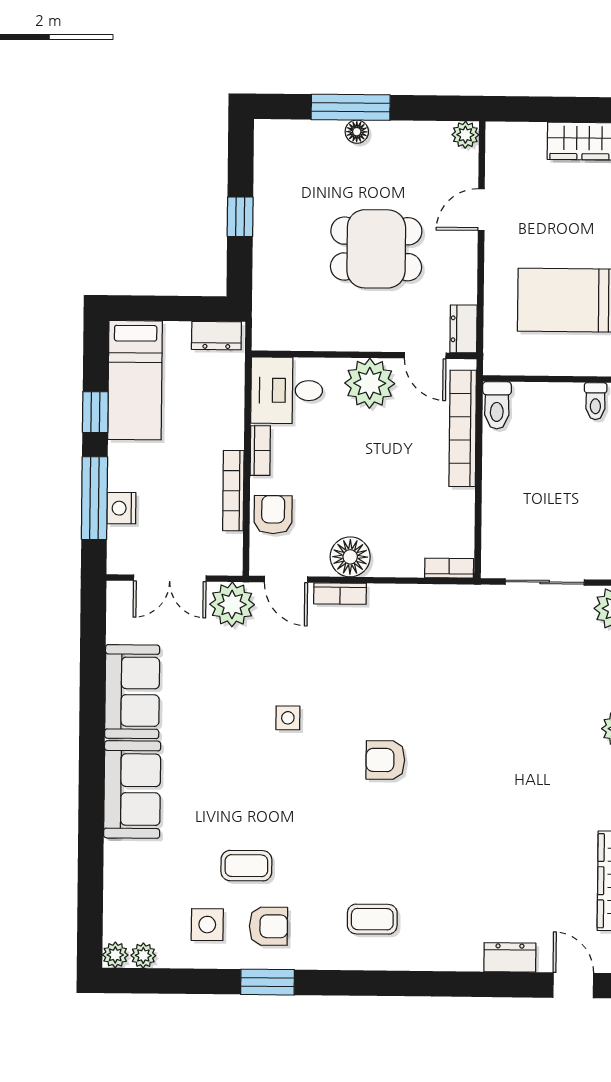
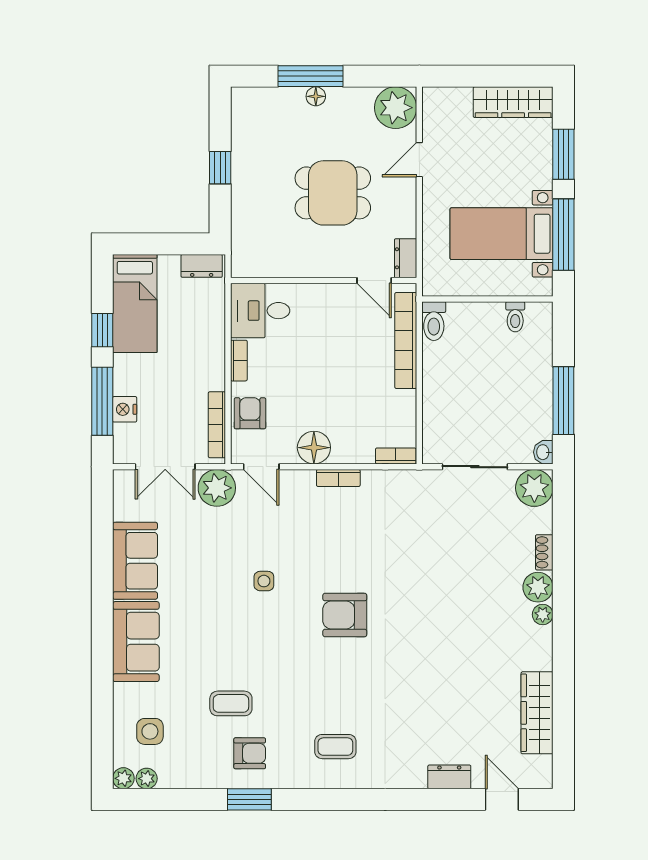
plant: (465, 135) -> (396, 108), width x1.87, depth x1.87
plant: (370, 383) -> (329, 304), removed
bookcase: (233, 491) -> (217, 425), moved
bookcase: (340, 594) -> (338, 478), moved
armchair: (385, 760) -> (345, 615), width x1.38, depth x1.38
side table: (207, 925) -> (150, 731), moved

